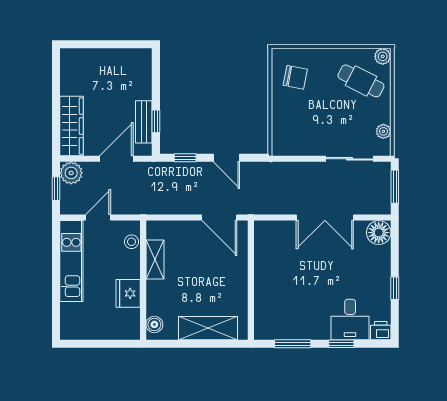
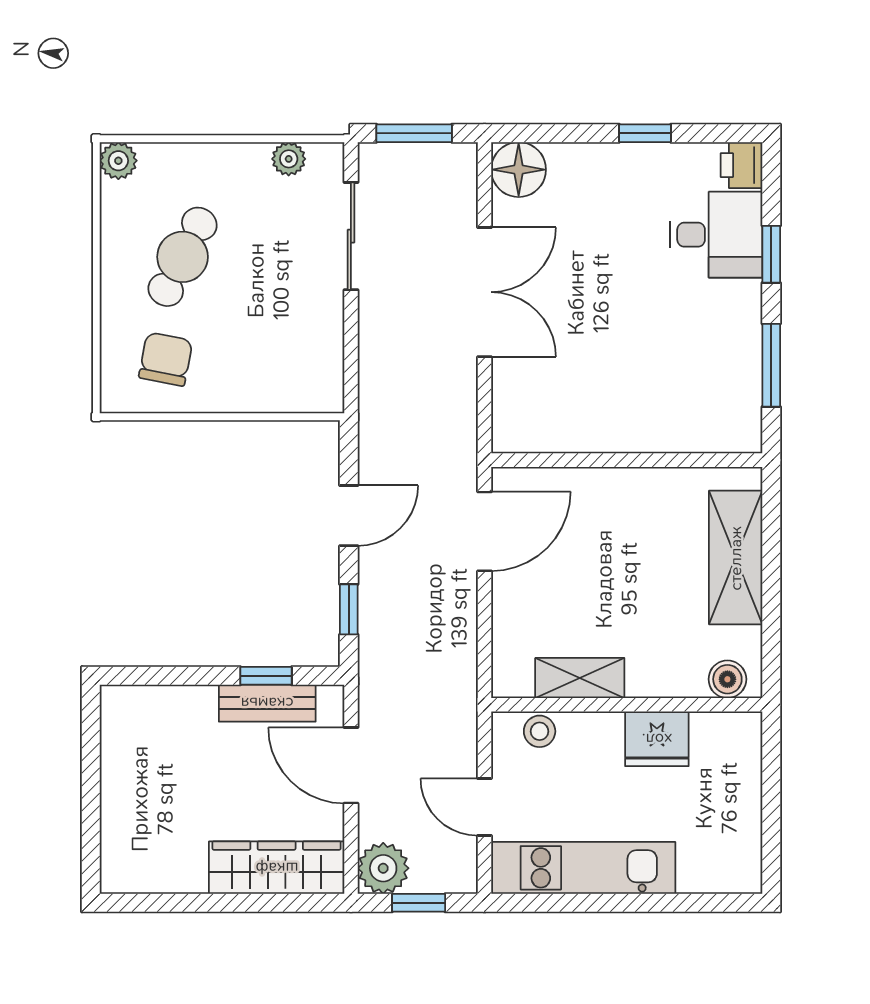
cafe table: (361, 81) -> (183, 257), moved

